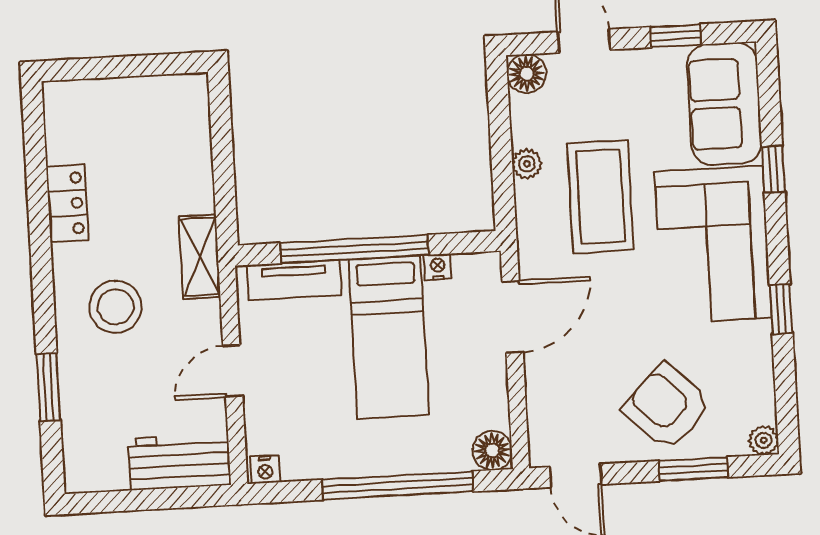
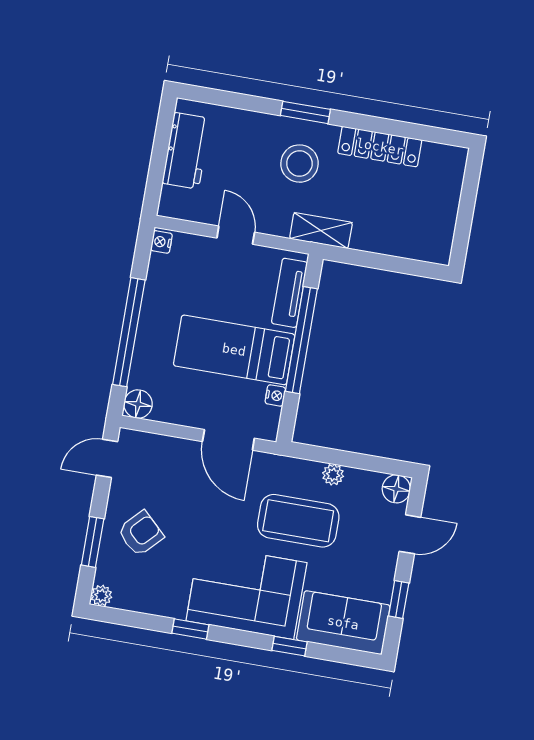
locker: (67, 203) -> (380, 147), width x1.53
window: (48, 387) -> (305, 112), moved
armchair: (667, 407) -> (141, 533), width x0.72, depth x0.72
workbench: (180, 462) -> (186, 151), moved

